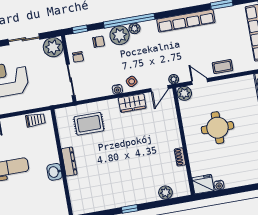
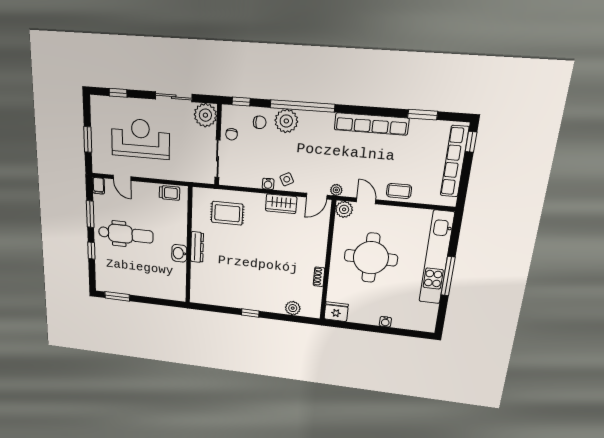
plant: (134, 28) -> (306, 117), removed
round table: (217, 128) -> (371, 258), width x1.36, depth x1.36
water cooler: (219, 185) -> (385, 322), moved

